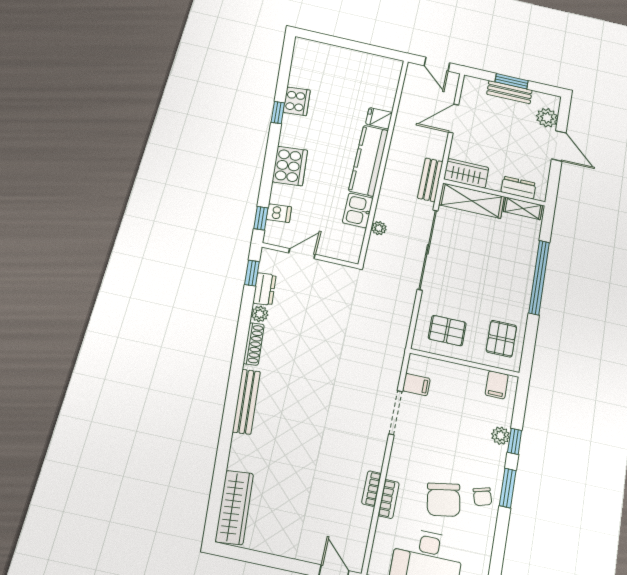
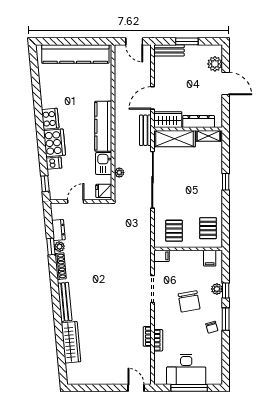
kitchen counter: (349, 60) -> (75, 54), added
bench: (509, 92) -> (169, 50), moved
cooker: (297, 101) -> (50, 119), moved
window: (278, 113) -> (38, 106), removed
fridge: (379, 118) -> (104, 191), moved
door: (453, 119) -> (153, 98), moved
dresser: (518, 188) -> (199, 122), width x1.44
dishwasher: (279, 213) -> (54, 163), moved
window: (252, 273) -> (51, 247), moved
window: (539, 277) -> (226, 182), width x0.32
pallet: (447, 331) -> (174, 231), turned 90
filing cabinet: (416, 385) -> (162, 256), moved
chair: (444, 500) -> (189, 301), moved
wardrobe: (234, 507) -> (71, 342), moved

